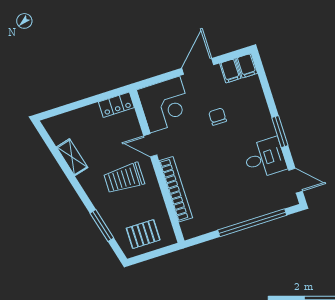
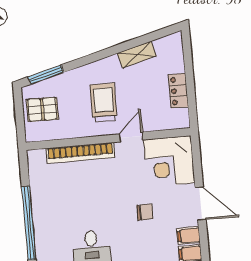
locker: (116, 105) -> (178, 91), moved
window: (102, 226) -> (46, 75), moved
pallet: (143, 234) -> (42, 109), turned 90

